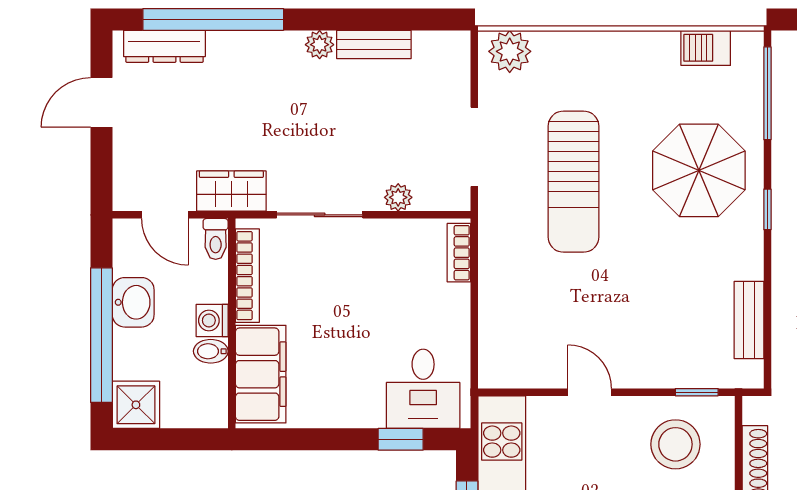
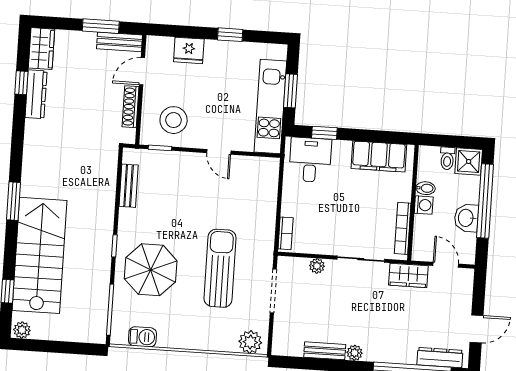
toilet: (216, 239) -> (447, 158), moved, turned 180
filing cabinet: (261, 374) -> (379, 156), moved, turned -90

